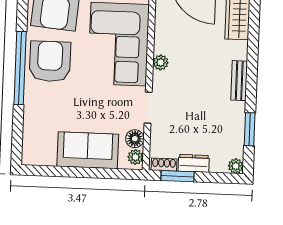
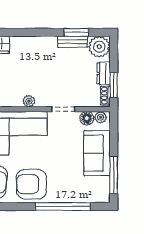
window: (20, 68) -> (63, 206), moved
bench: (239, 81) -> (72, 42), moved
plant: (236, 166) -> (99, 47), width x1.87, depth x1.87
window: (58, 171) -> (114, 175), added

